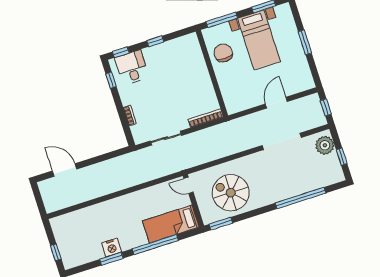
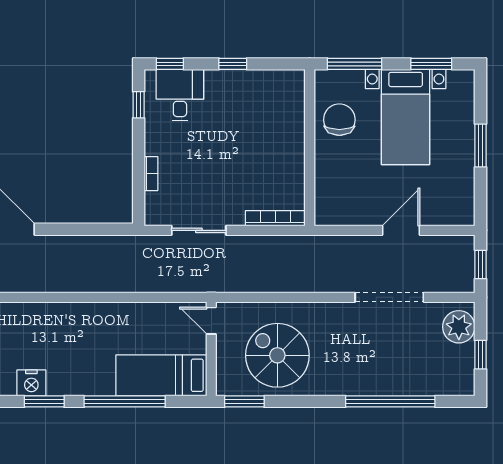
nightstand: (112, 247) -> (31, 383), moved

